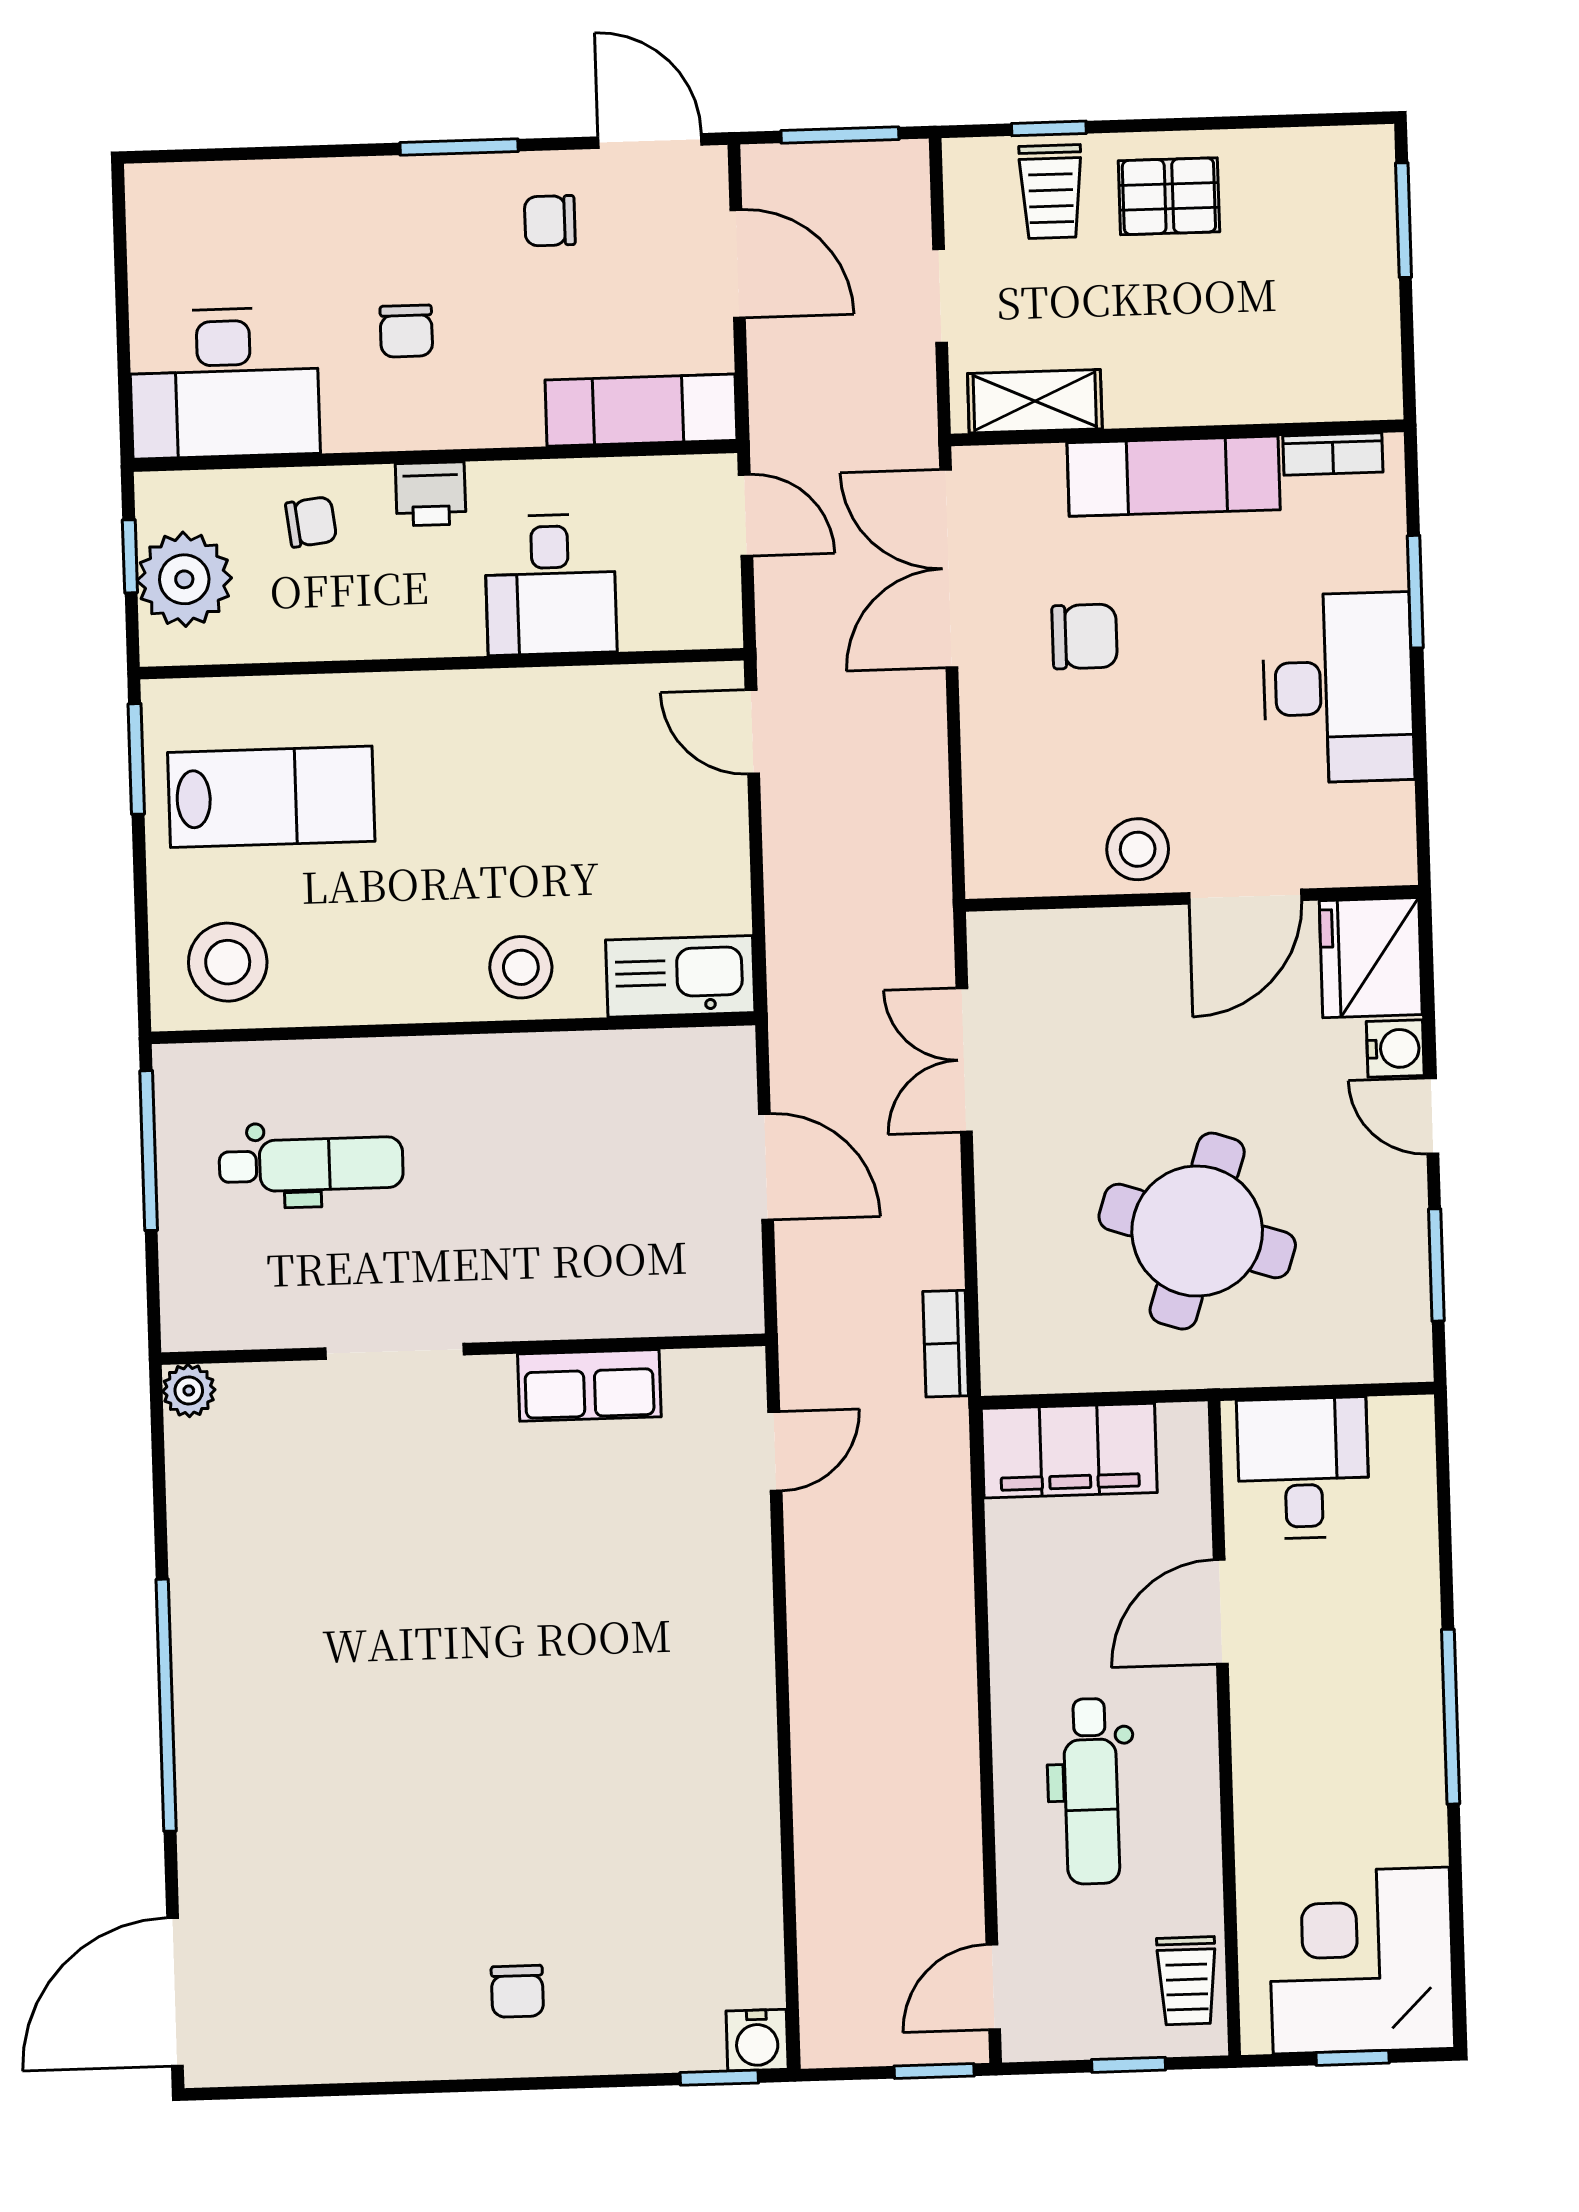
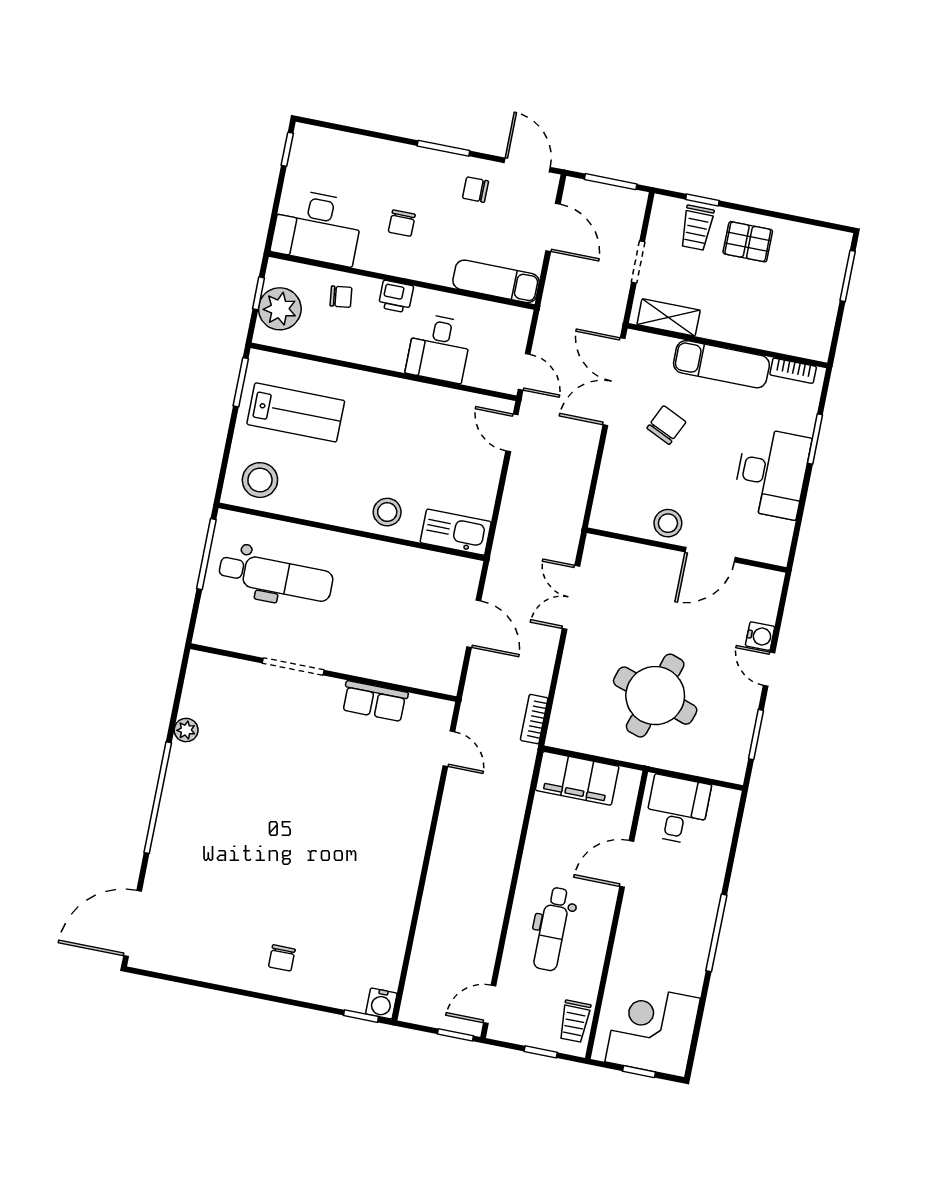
window: (120, 228) -> (287, 149), added
door: (746, 515) -> (524, 372), moved
chair: (1085, 636) -> (666, 425), turned -65
fridge: (1371, 958) -> (759, 594), removed
dental chair: (311, 1165) -> (276, 577), width x1.36, depth x1.38
plant: (189, 1390) -> (186, 730), moved
door: (775, 1451) -> (449, 749), hinge flipped

